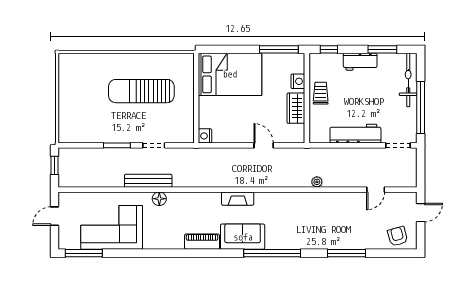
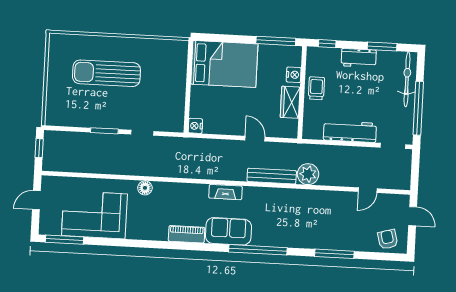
sun lounger: (141, 91) -> (106, 73), moved
bench: (148, 181) -> (272, 176), moved
plant: (317, 182) -> (308, 174), width x1.88, depth x1.88
door: (421, 213) -> (413, 216), hinge flipped

